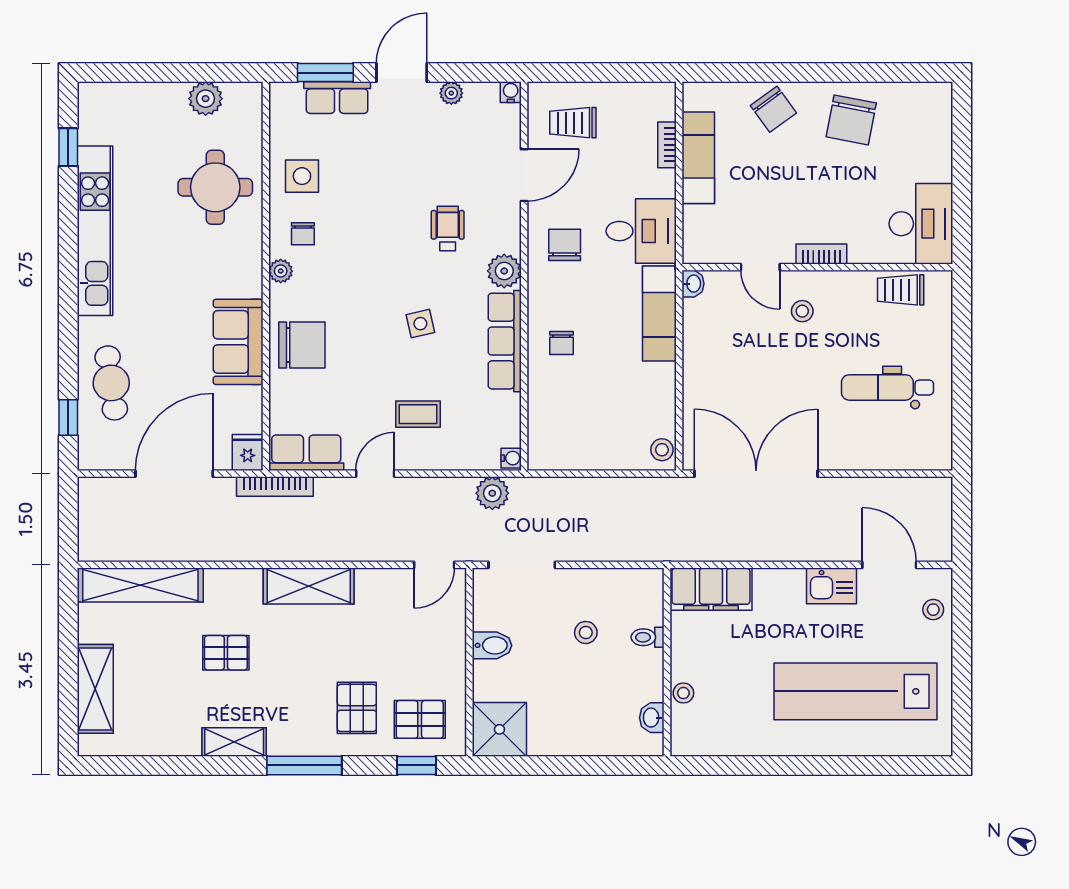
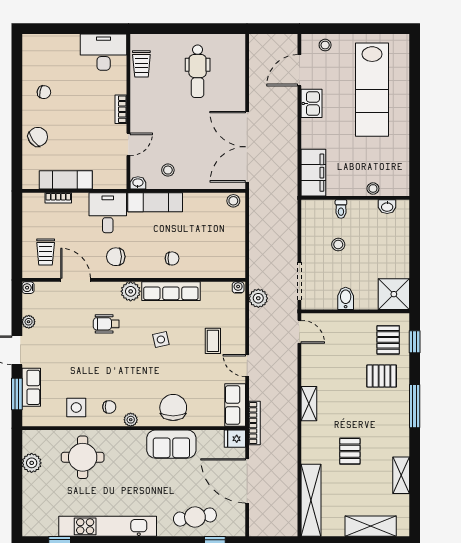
chair: (851, 120) -> (44, 92), width x0.54, depth x0.54
stool: (802, 311) -> (168, 170), moved
shelving: (309, 586) -> (309, 404), width x0.67, depth x0.75
shelving: (234, 742) -> (401, 475), moved

